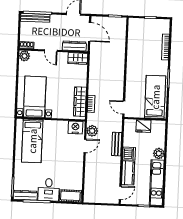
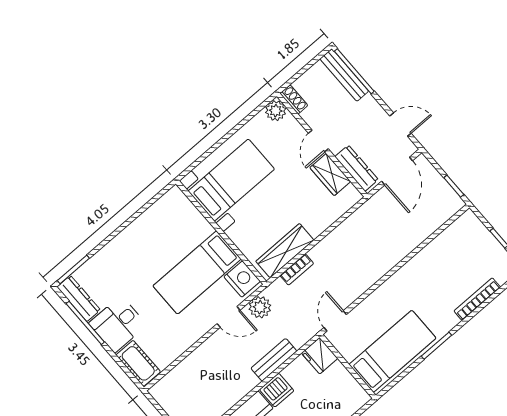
wardrobe: (78, 58) -> (330, 175), moved
fridge: (143, 126) -> (320, 356), moved
bed: (32, 141) -> (197, 272), moved

